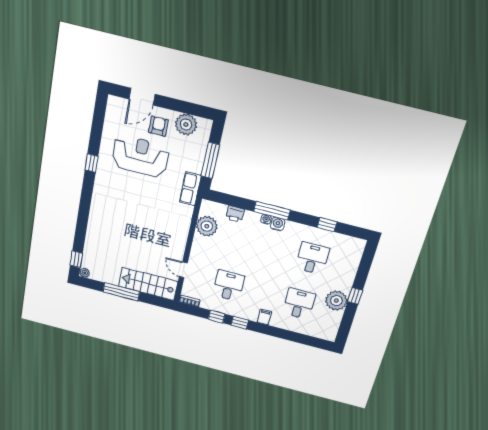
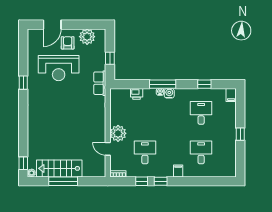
reception desk: (140, 156) -> (59, 68), turned 180
window: (210, 160) -> (110, 58), width x0.46
plant: (207, 226) -> (118, 133), moved
filing cabinet: (358, 247) -> (231, 95), added
stairs: (148, 284) -> (59, 168), moved
plant: (336, 301) -> (228, 142), removed

